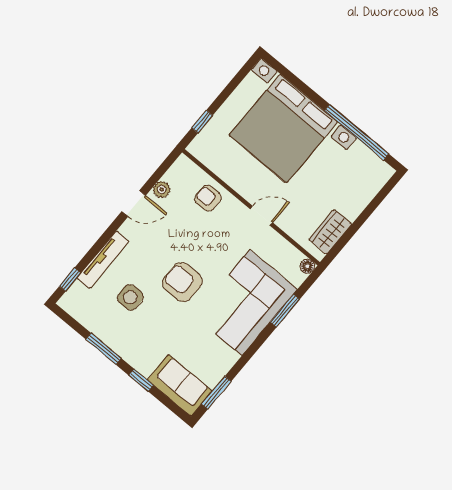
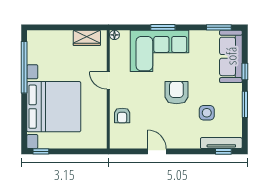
window: (202, 122) -> (41, 151), moved
plant: (162, 190) -> (138, 143), removed
tv unit: (103, 260) -> (221, 143), moved
armchair: (182, 282) -> (176, 93), turned 180
window: (285, 311) -> (163, 27), moved
sofa: (180, 385) -> (231, 56), width x1.36

